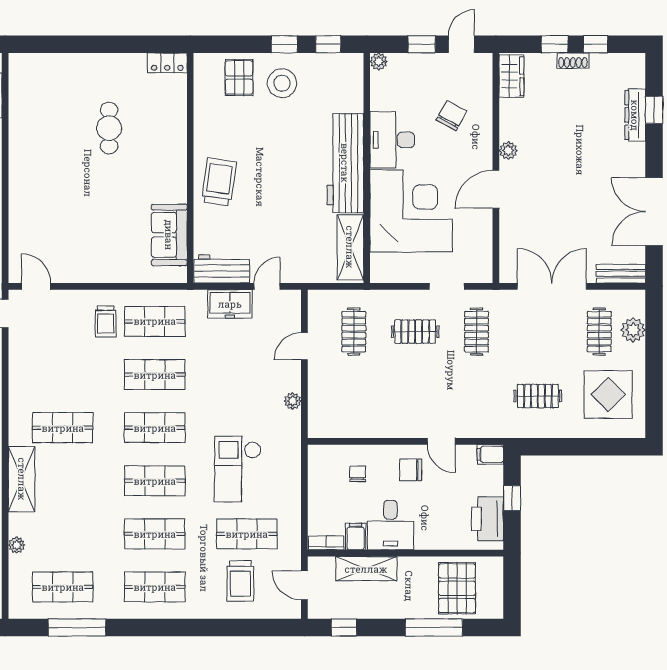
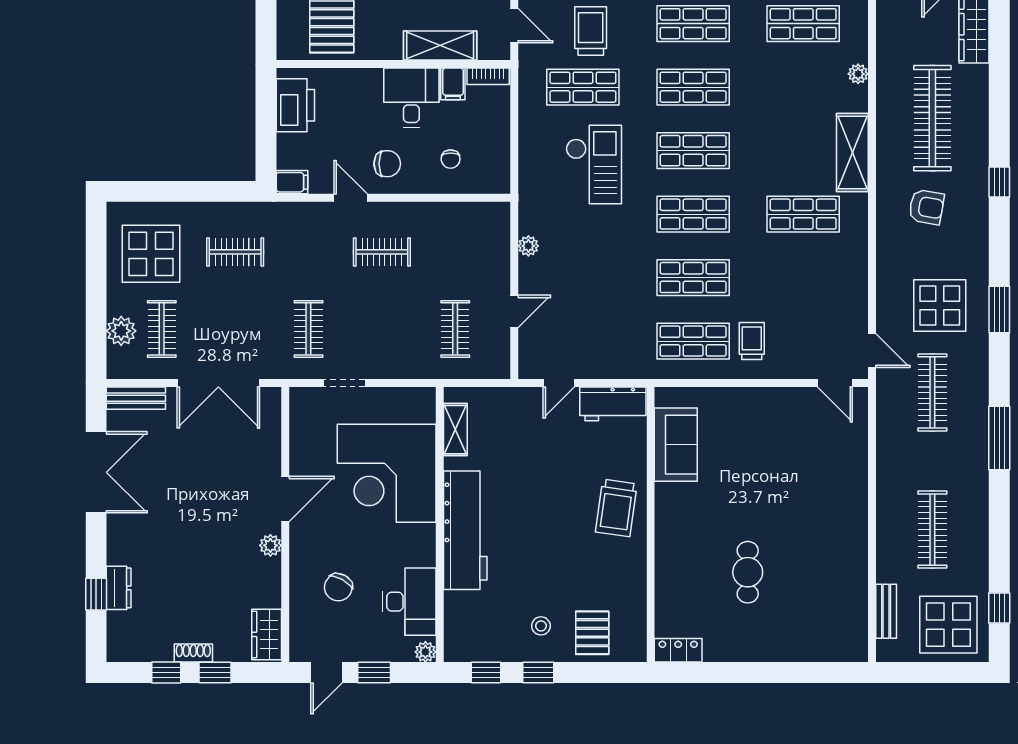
stool: (282, 83) -> (541, 626), width x0.53, depth x0.53
dresser: (635, 115) -> (119, 588), width x0.70
desk: (392, 140) -> (409, 602), moved
shelving: (350, 247) -> (455, 430), width x0.67, depth x0.75
freezer: (230, 304) -> (603, 362), removed
clothes rail: (415, 332) -> (382, 252), moved
window: (512, 498) -> (266, 130), removed

